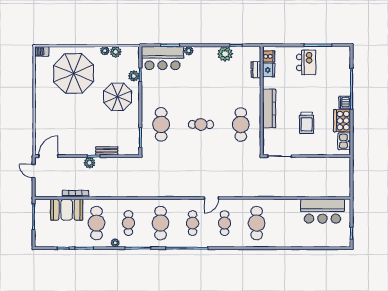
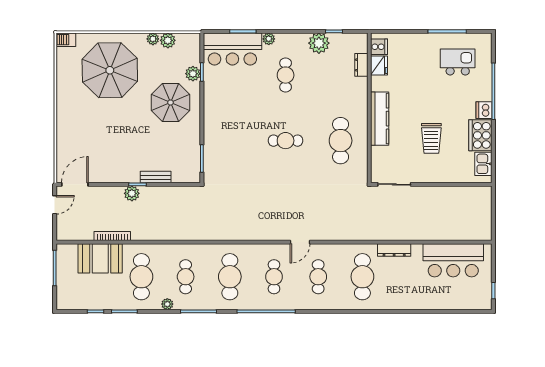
kitchen island: (306, 62) -> (458, 62), moved, turned -90
cafe table: (161, 124) -> (286, 75), moved, width x0.73, depth x0.74
door: (34, 171) -> (55, 205), swing flipped
dresser: (280, 204) -> (394, 250), added

